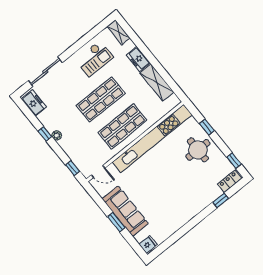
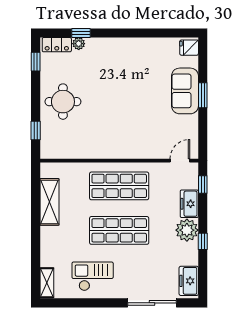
freezer: (138, 59) -> (189, 204), moved, turned 180
window: (207, 127) -> (36, 131), moved
plant: (57, 135) -> (187, 230), width x1.88, depth x1.88
kitchen unit: (152, 138) -> (99, 150), removed
door: (98, 172) -> (180, 161), hinge flipped
plant: (217, 193) -> (79, 44), added
sofa: (125, 211) -> (185, 91), width x0.73

